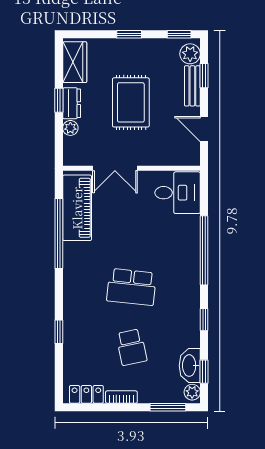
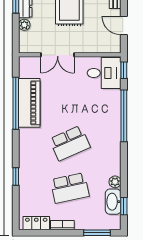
piano: (77, 208) -> (29, 103), moved
school desk: (131, 287) -> (70, 143), turned -30
window: (204, 320) -> (124, 70), moved
school desk: (131, 347) -> (70, 188), width x1.85
plant: (192, 392) -> (115, 182), moved

